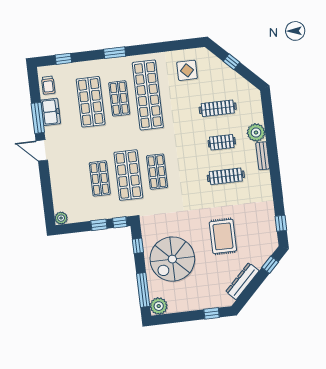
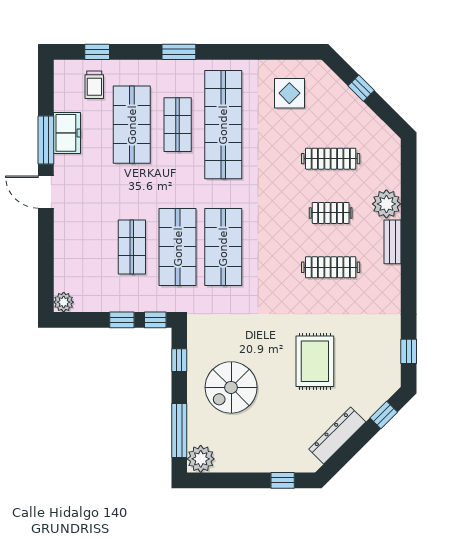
trolley: (48, 85) -> (94, 85), moved
shop shelf: (157, 172) -> (223, 247), width x1.43, depth x1.36
spiral stairs: (172, 259) -> (231, 387), width x0.73, depth x0.73

